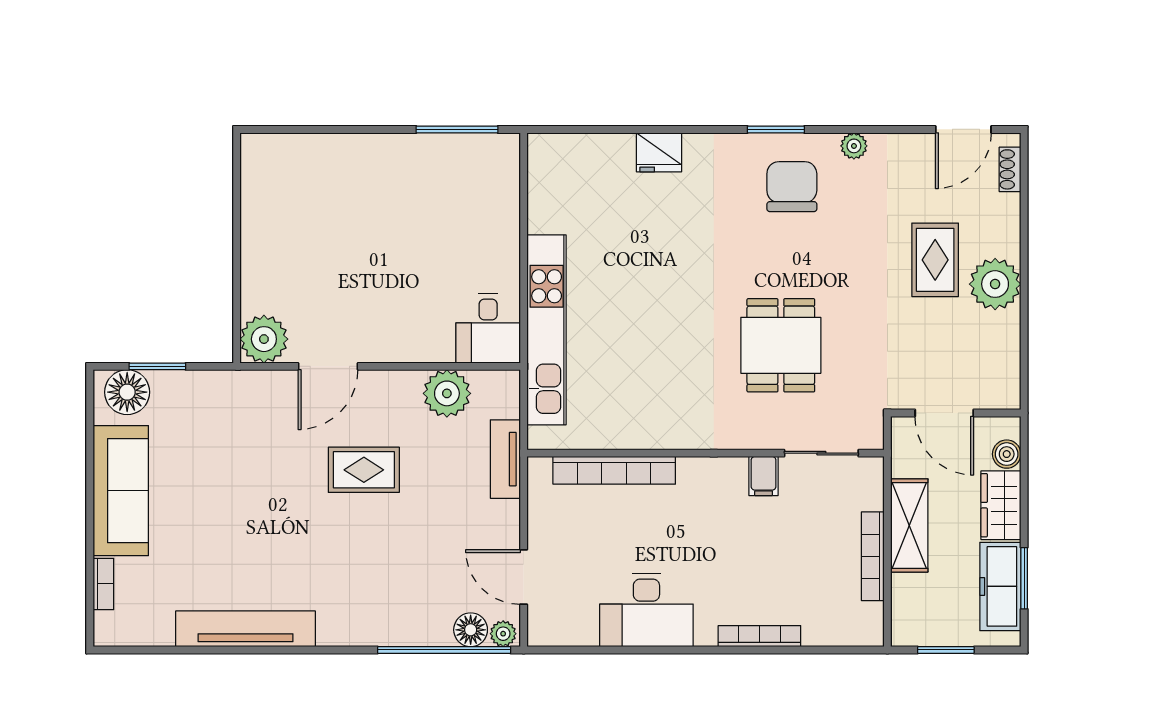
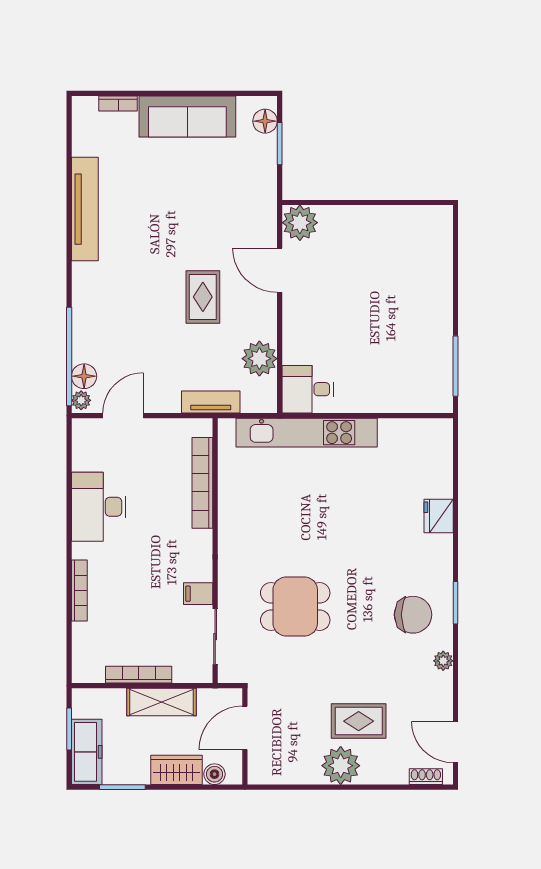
floor lamp: (127, 392) -> (265, 121), width x0.73, depth x0.73
freezer: (1000, 586) -> (87, 752), moved, turned 90

